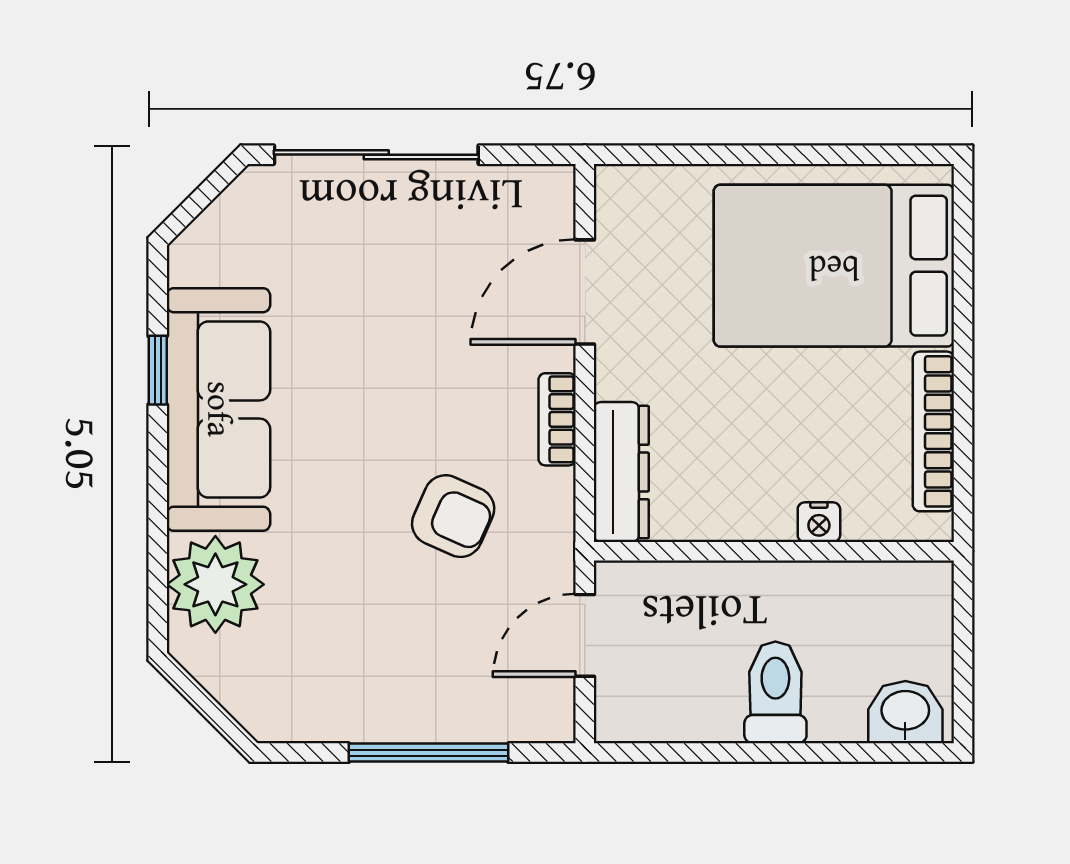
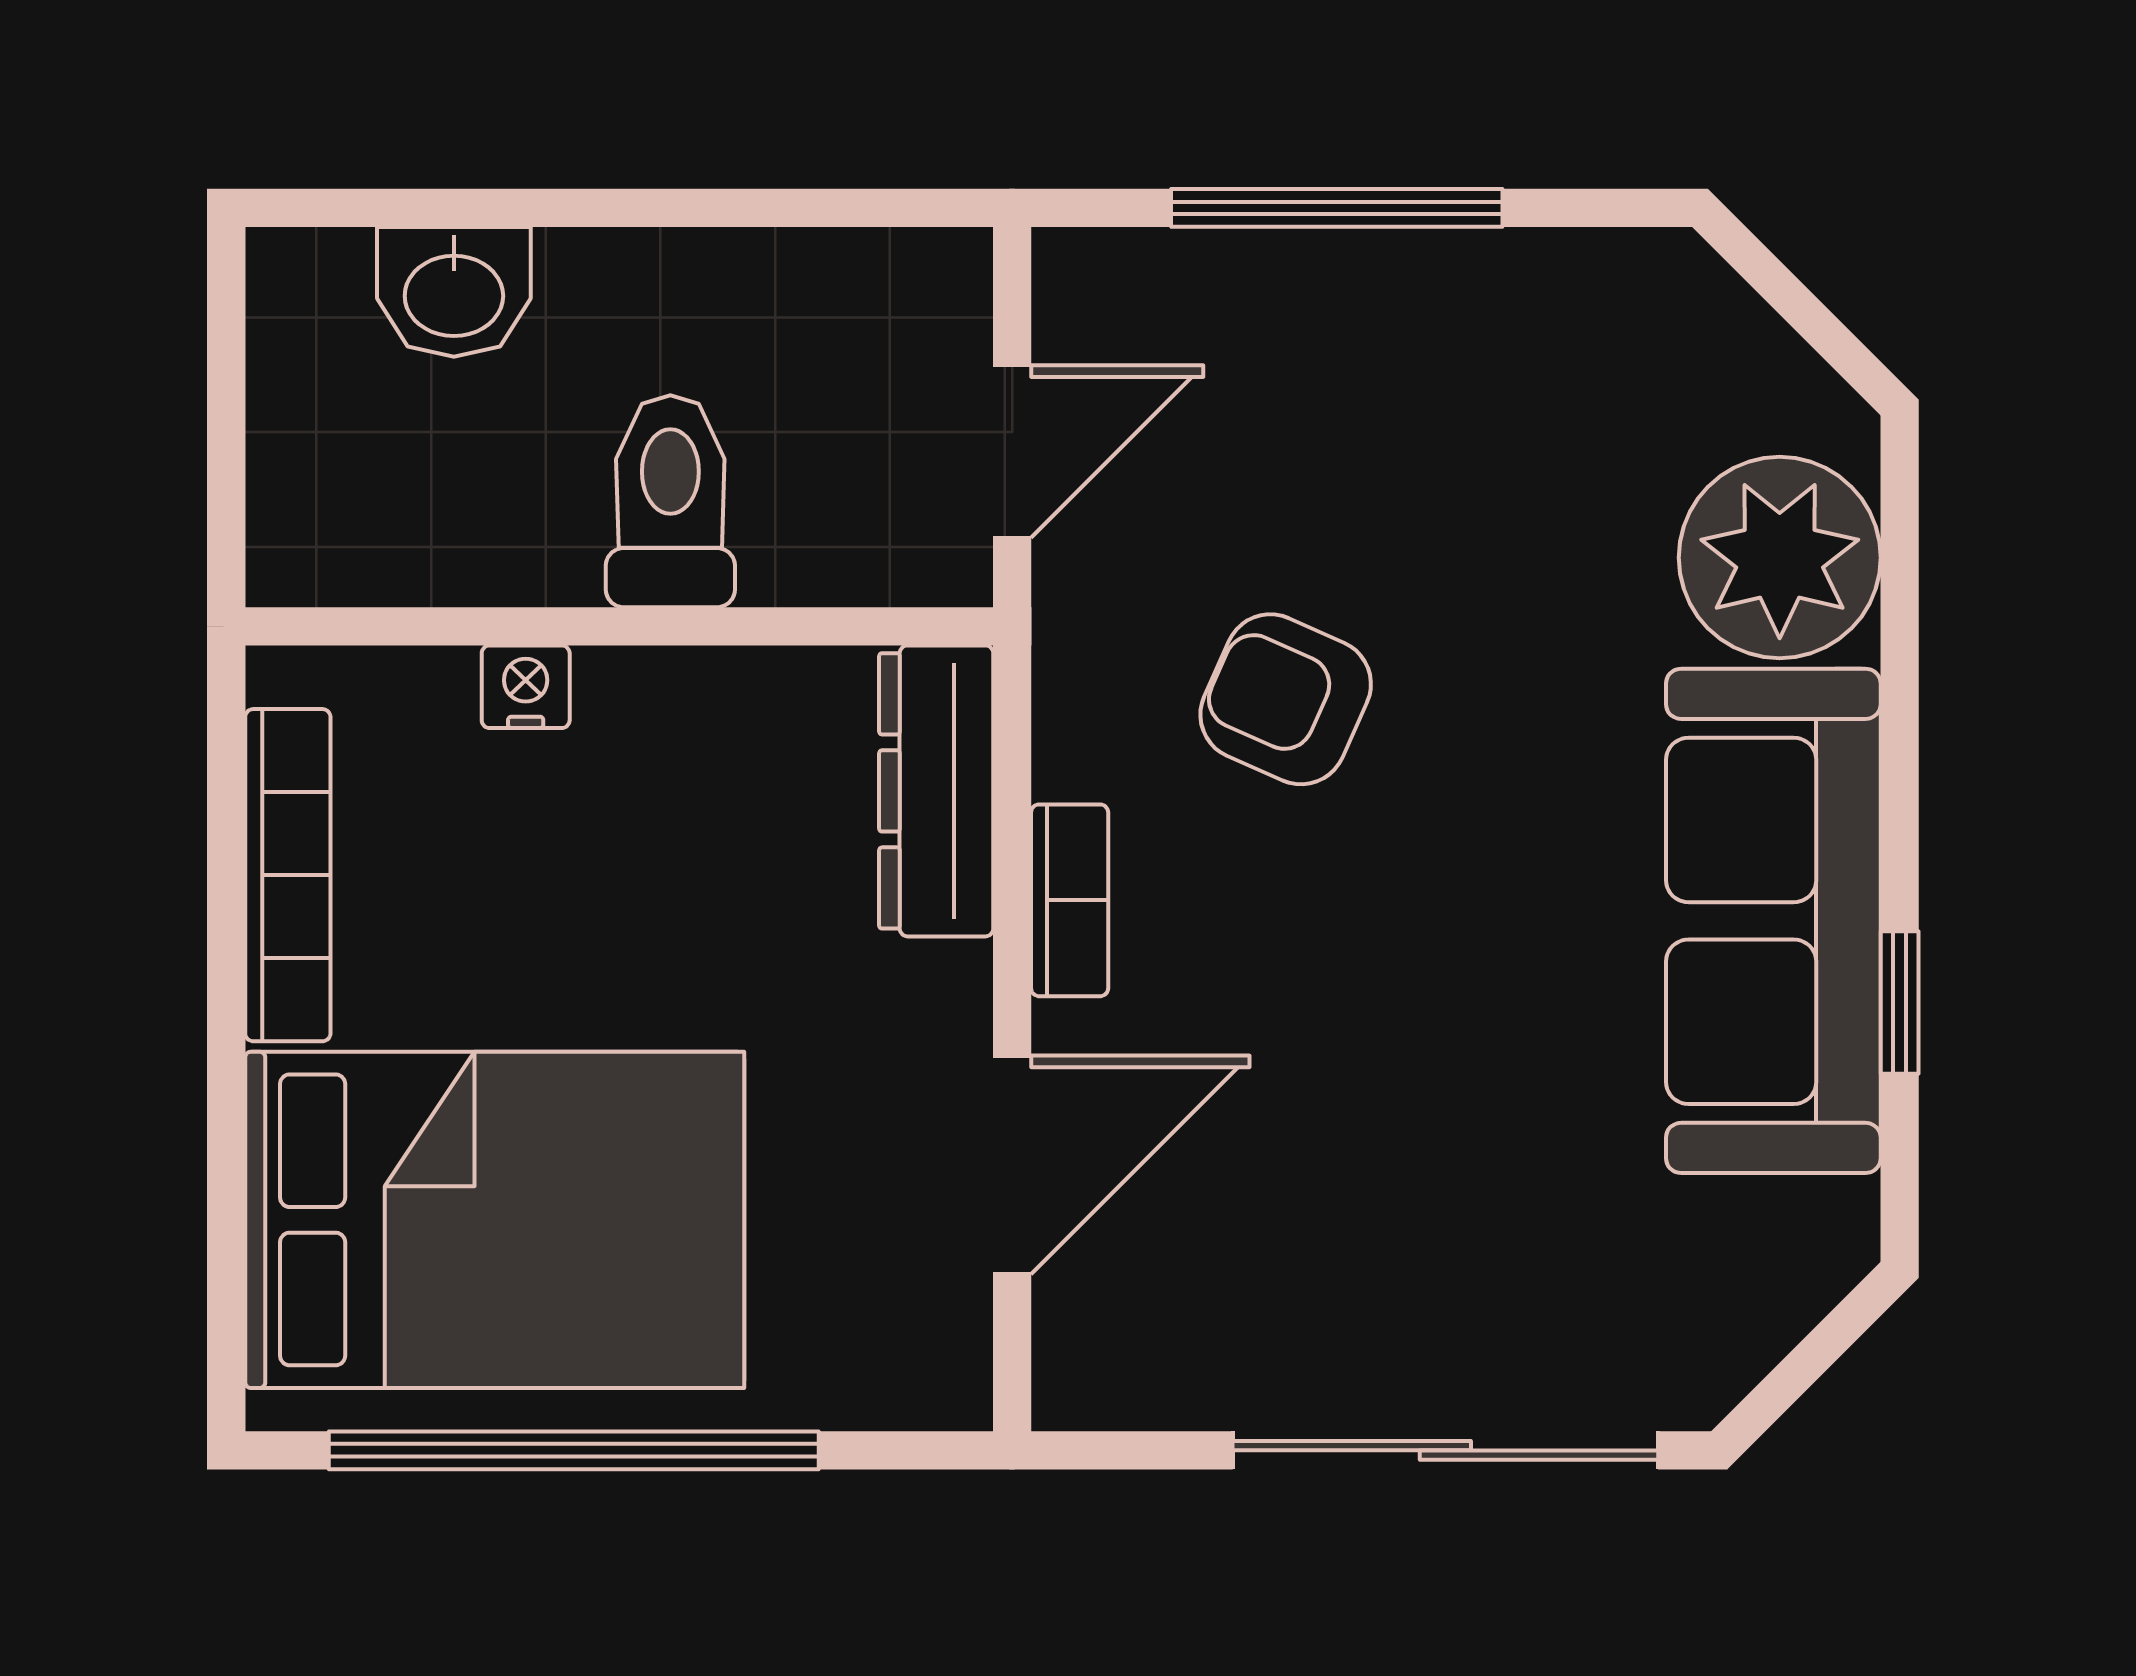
window: (796, 155) -> (574, 1450), added
toilet: (775, 692) -> (670, 501), moved, turned 180
washbasin: (905, 712) -> (454, 292), moved

